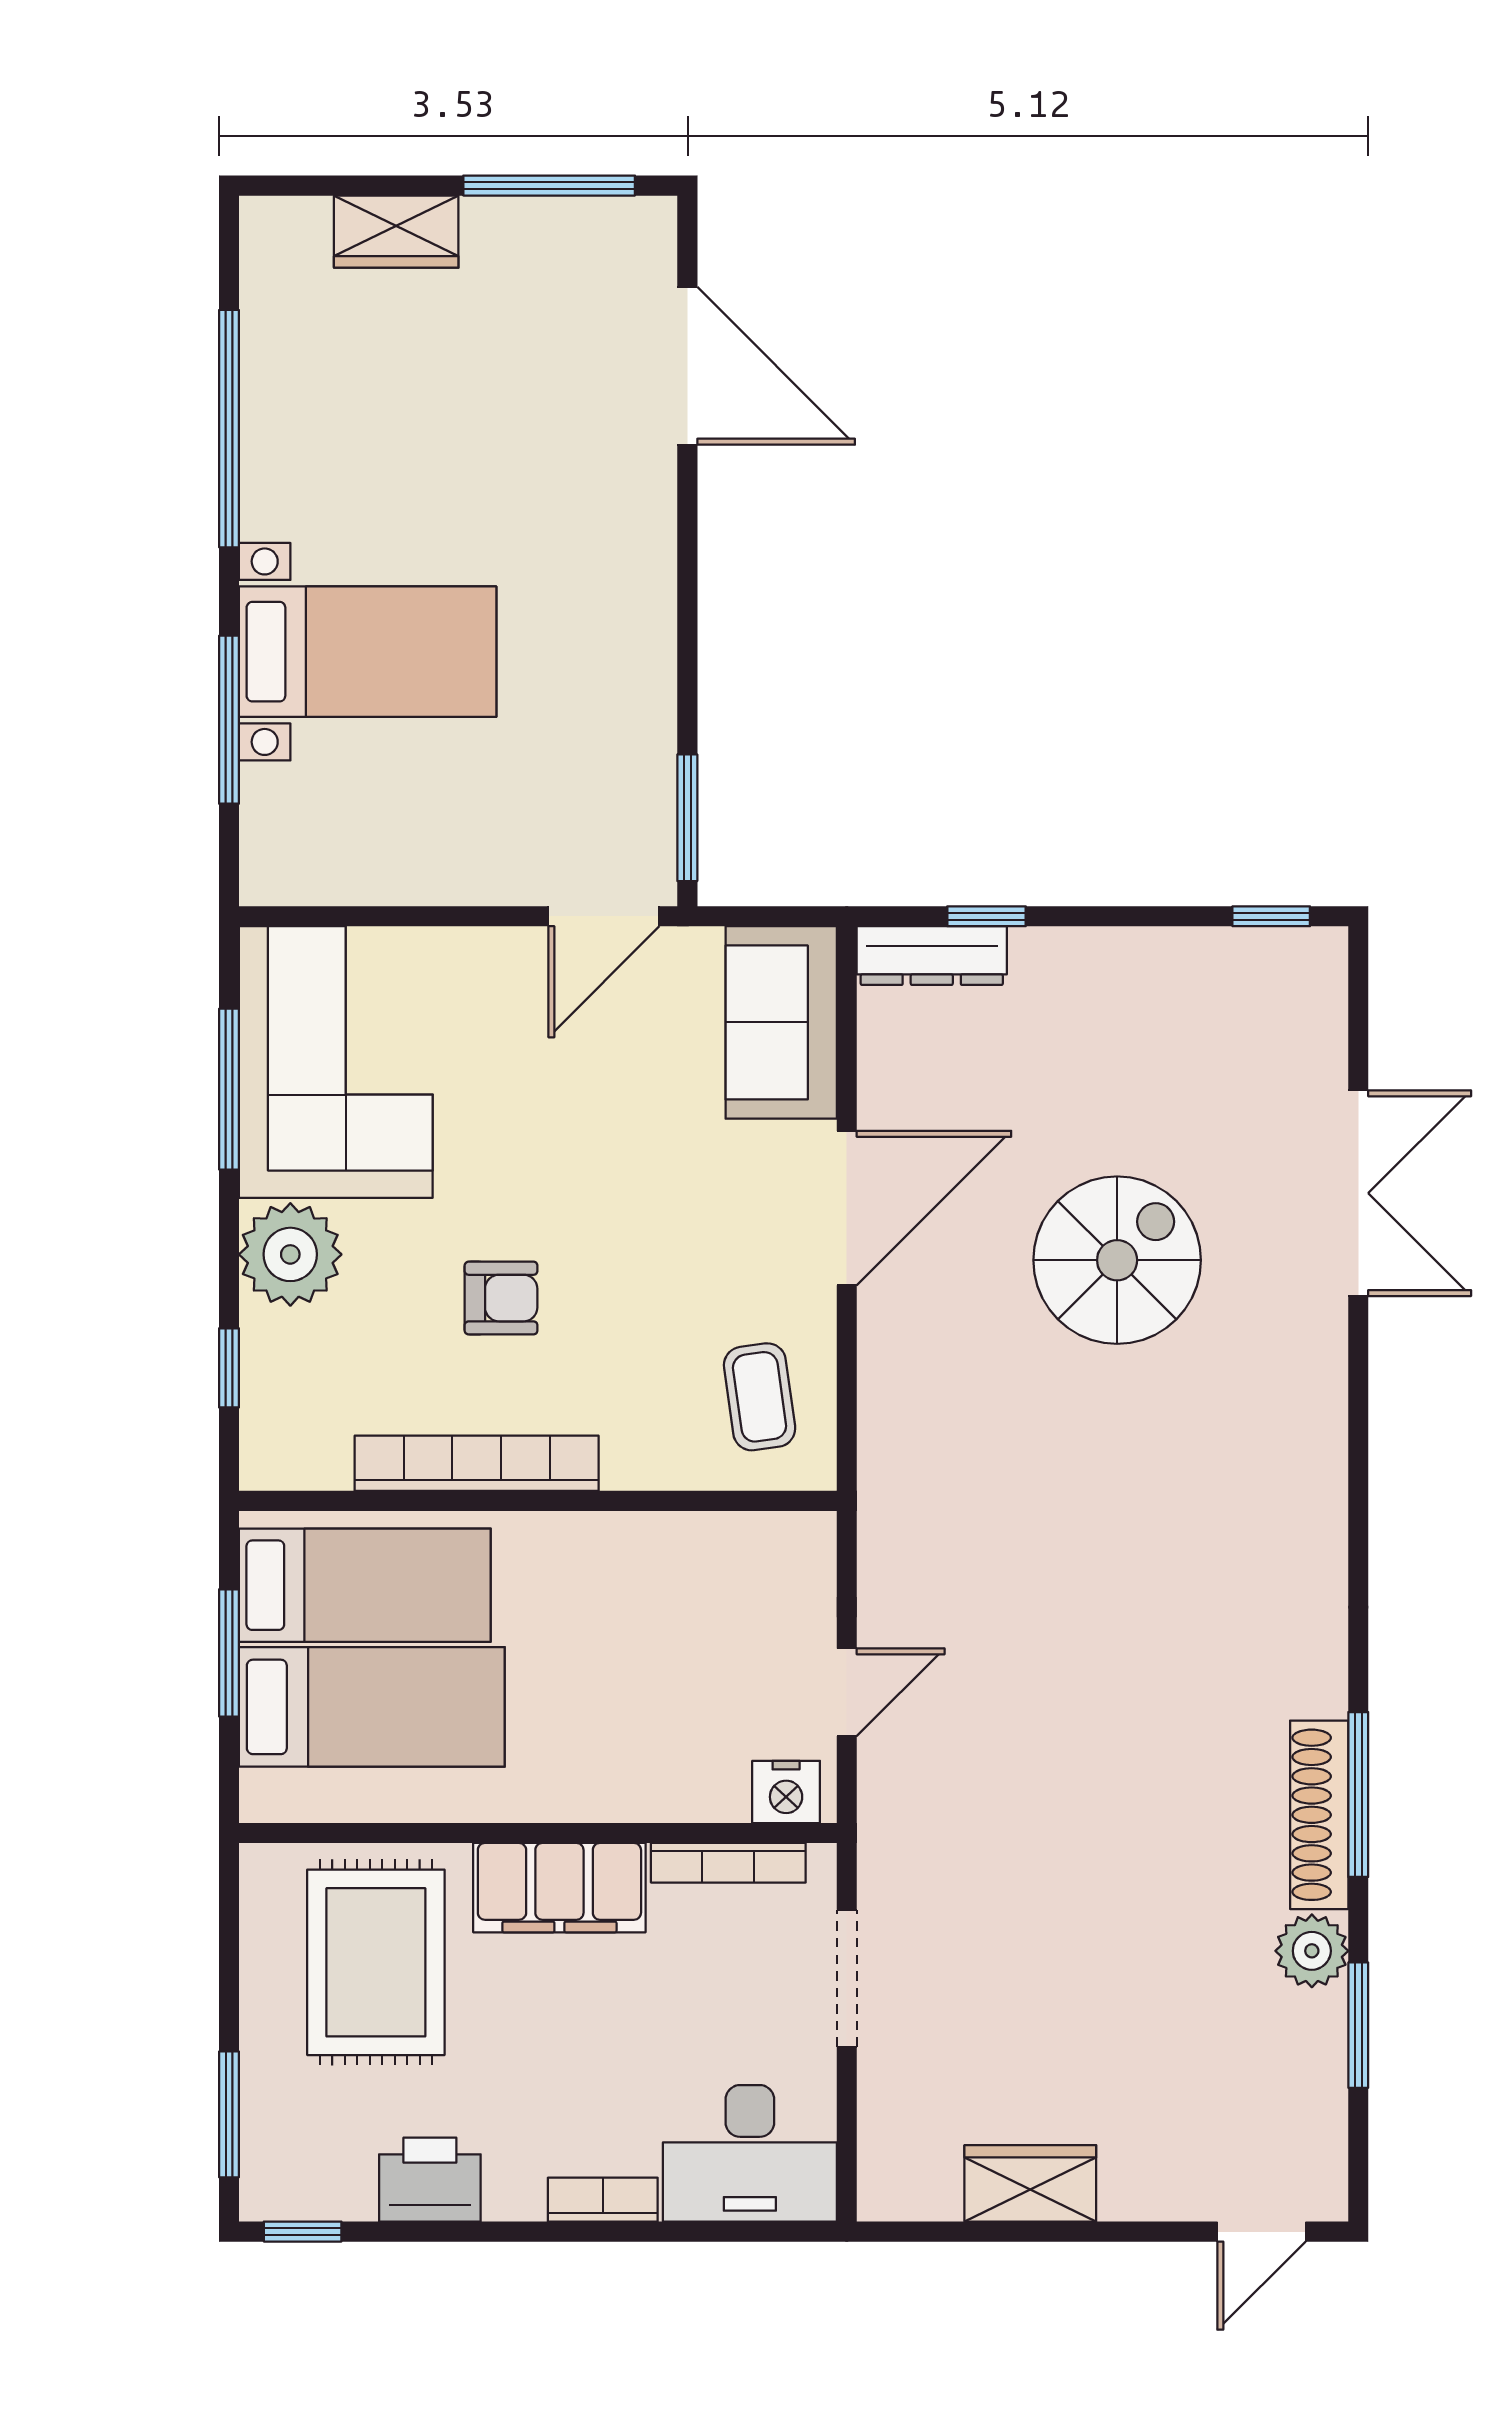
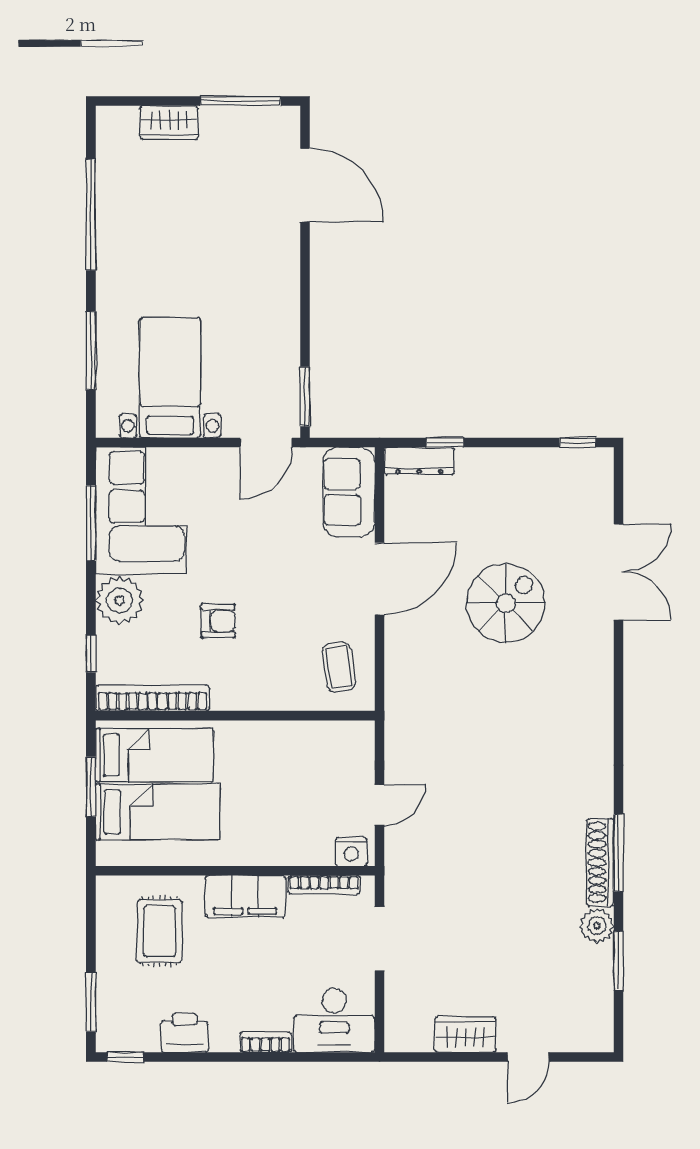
bed with nightstands: (368, 652) -> (170, 378), moved, turned -90
bookcase: (477, 1463) -> (152, 698), moved
rug: (376, 1962) -> (160, 931), width x0.73, depth x0.70
door: (1261, 2232) -> (528, 1057), moved

